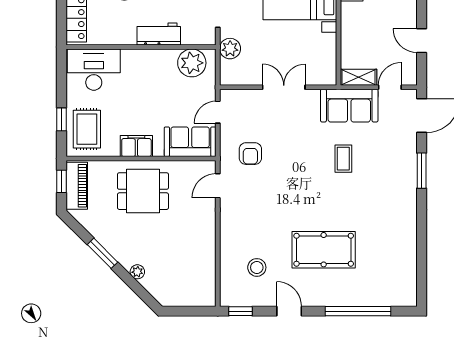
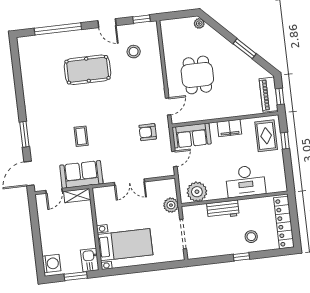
door: (422, 41) -> (35, 227), removed
desk: (94, 70) -> (246, 181), moved
armchair: (250, 154) -> (148, 132), turned -90
dining table: (143, 191) -> (197, 75), moved, turned 90
plant: (137, 272) -> (199, 23), moved

